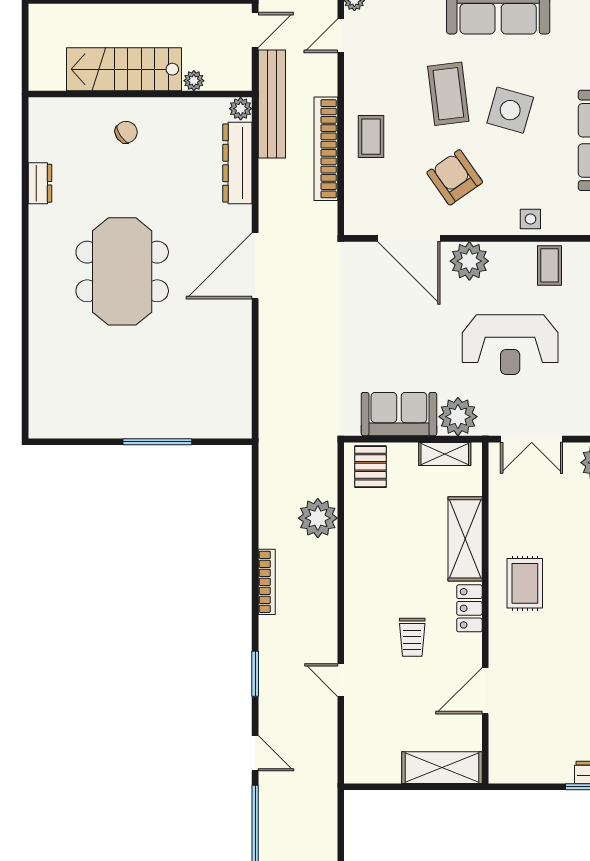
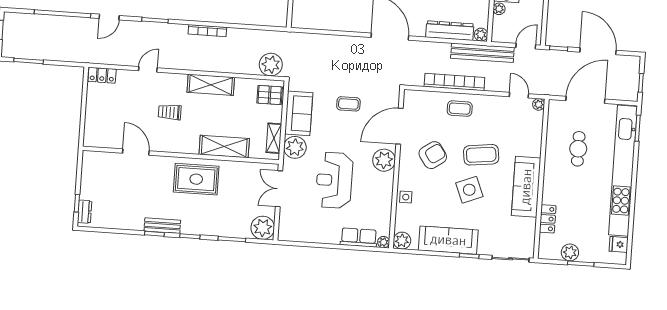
door: (255, 30) -> (526, 46), swing flipped
side table: (510, 110) -> (469, 190), turned -38
coffee table: (549, 265) -> (348, 104), moved
plant: (318, 518) -> (271, 65), moved
rug: (525, 583) -> (196, 179), width x1.36, depth x1.43
locker: (469, 608) -> (102, 75), moved, turned 180
shelving: (442, 768) -> (211, 85), moved, turned 90

